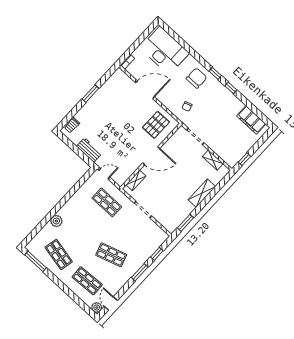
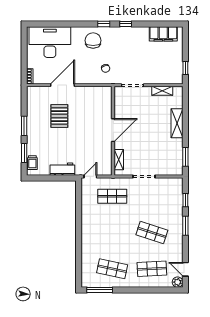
window: (72, 113) -> (24, 153), added
pallet: (156, 125) -> (59, 116), moved
plant: (56, 221) -> (87, 245), removed
shop shelf: (111, 255) -> (152, 232), turned 36

